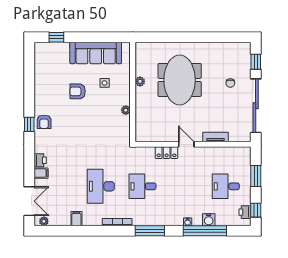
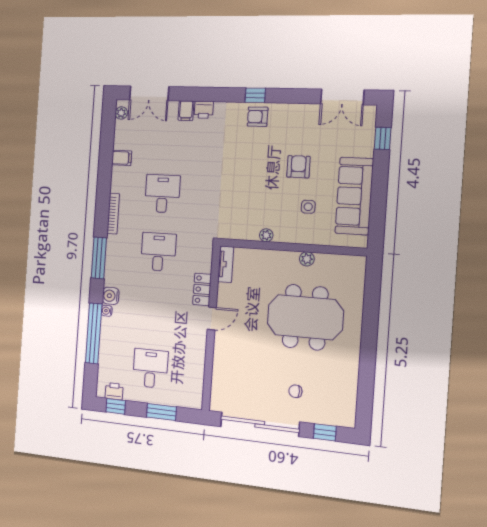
double door: (29, 65) -> (342, 97), added
tv unit: (215, 137) -> (226, 264), moved
desk: (101, 186) -> (162, 194), width x0.73
water cooler: (209, 220) -> (111, 296), moved

